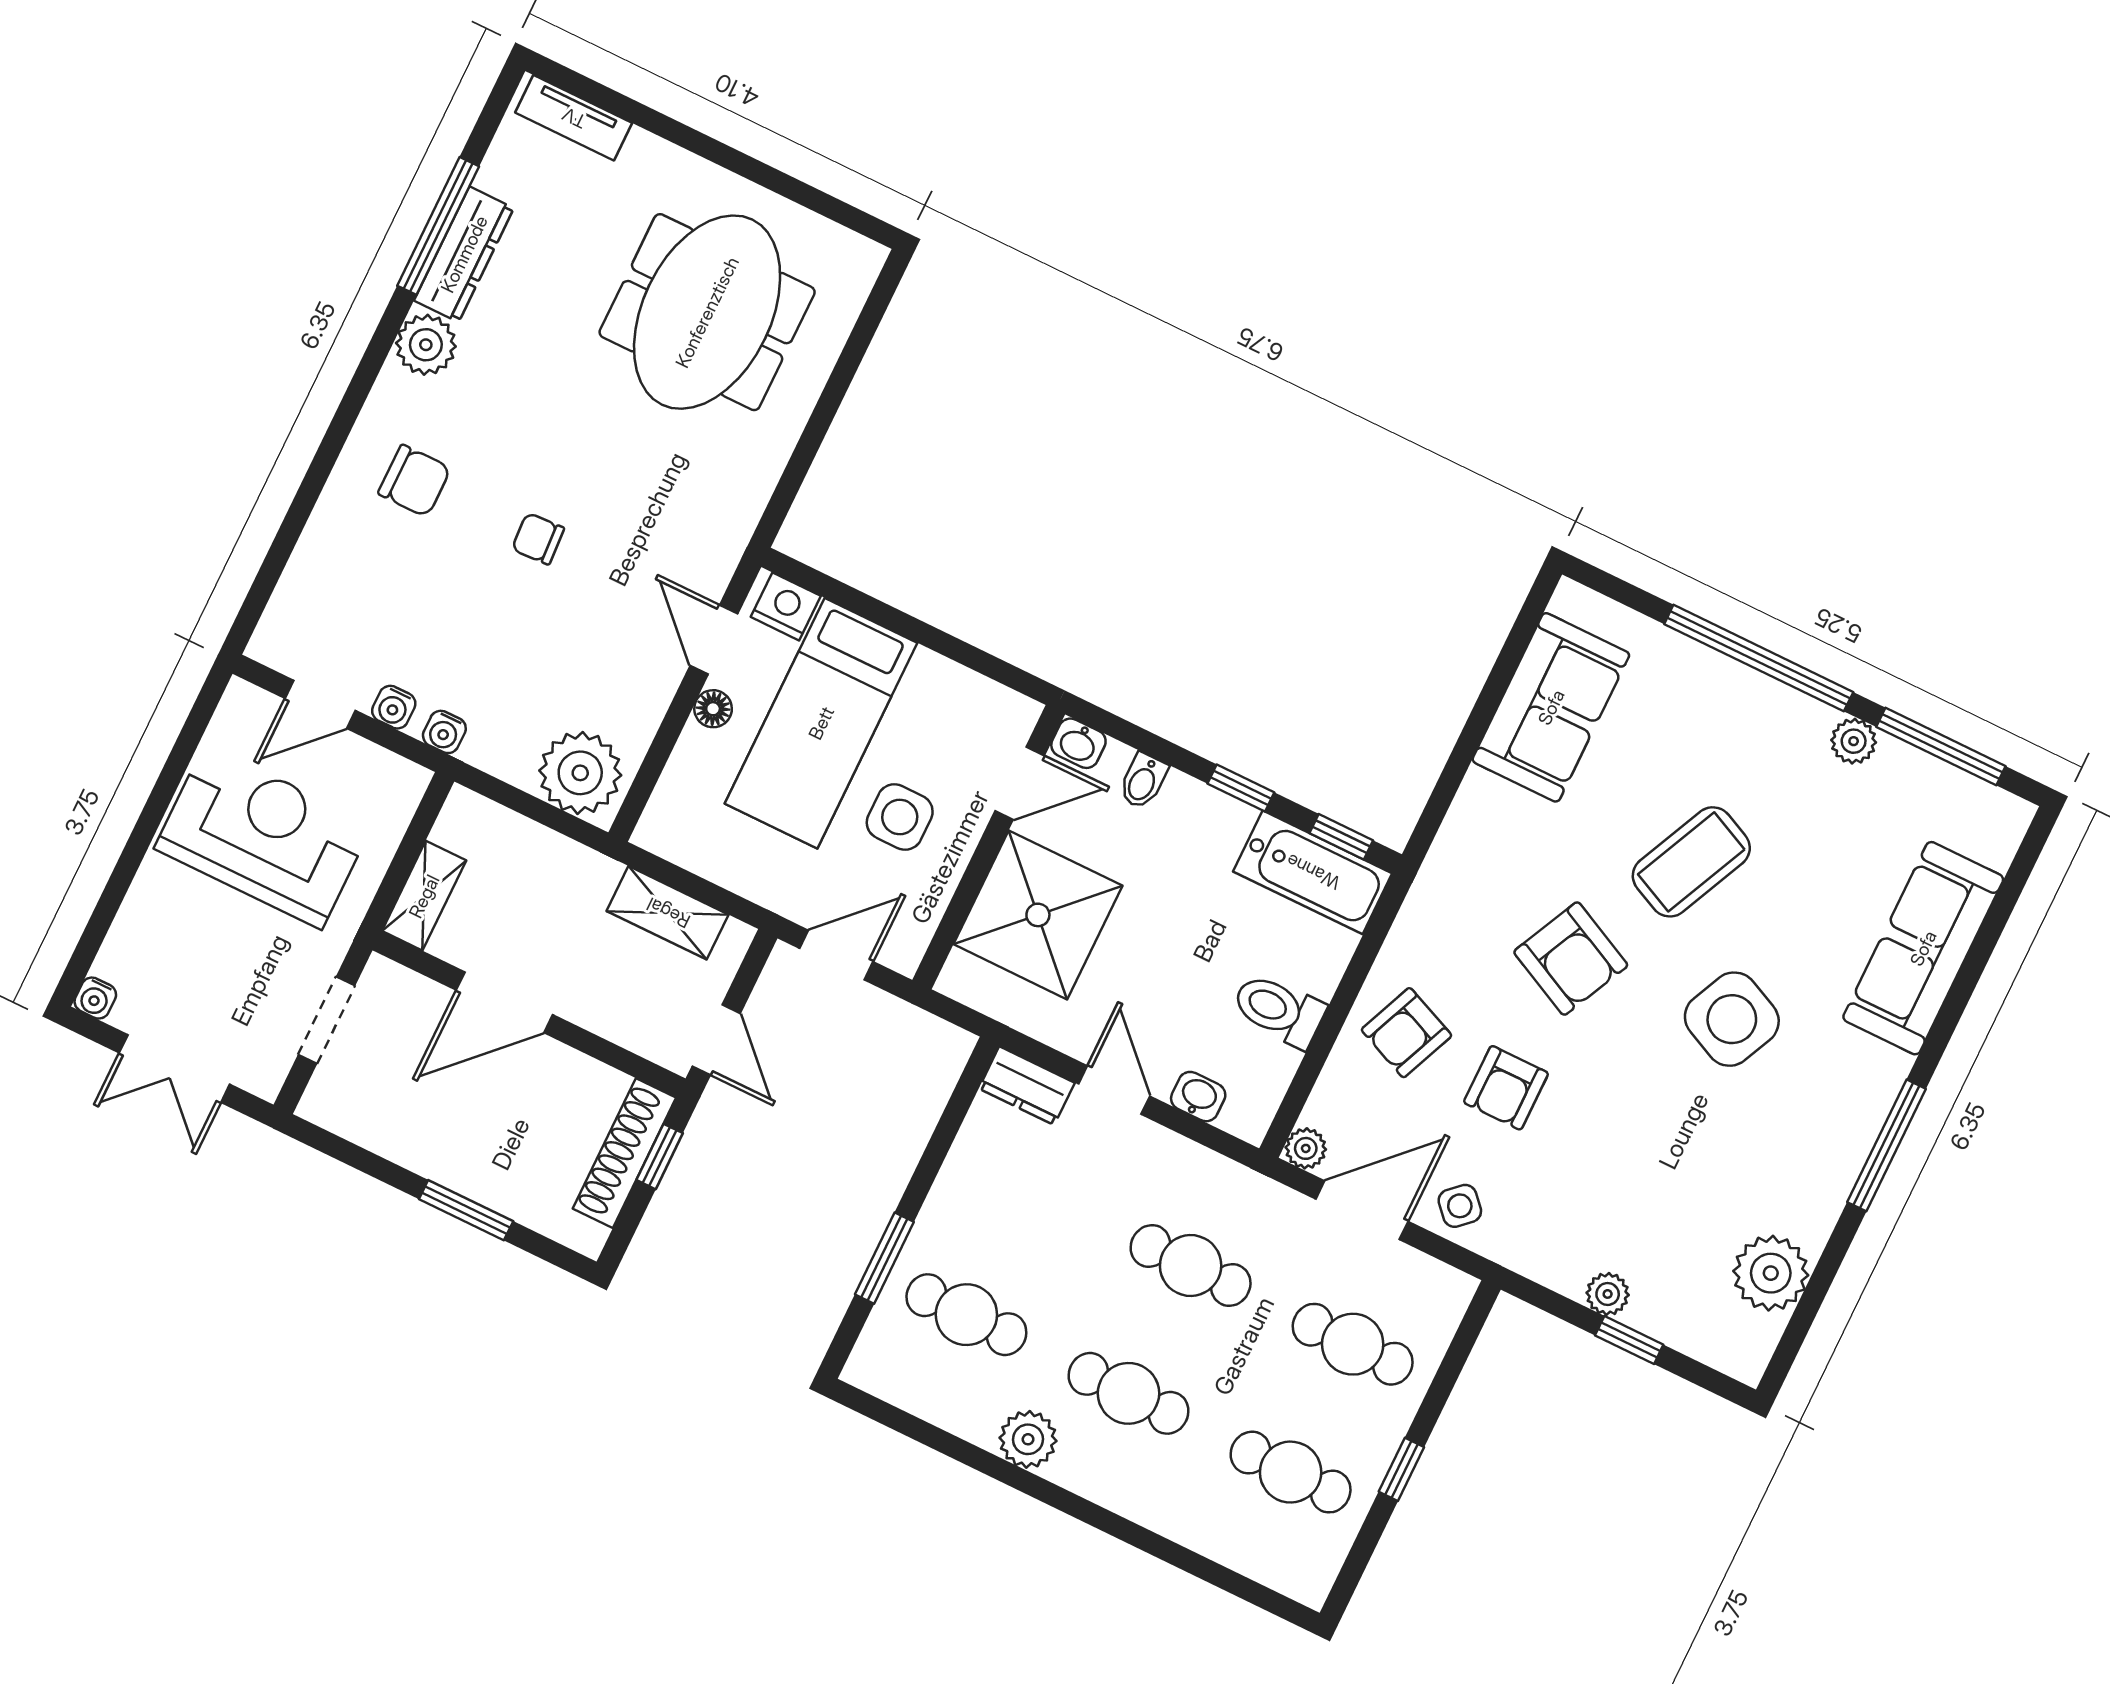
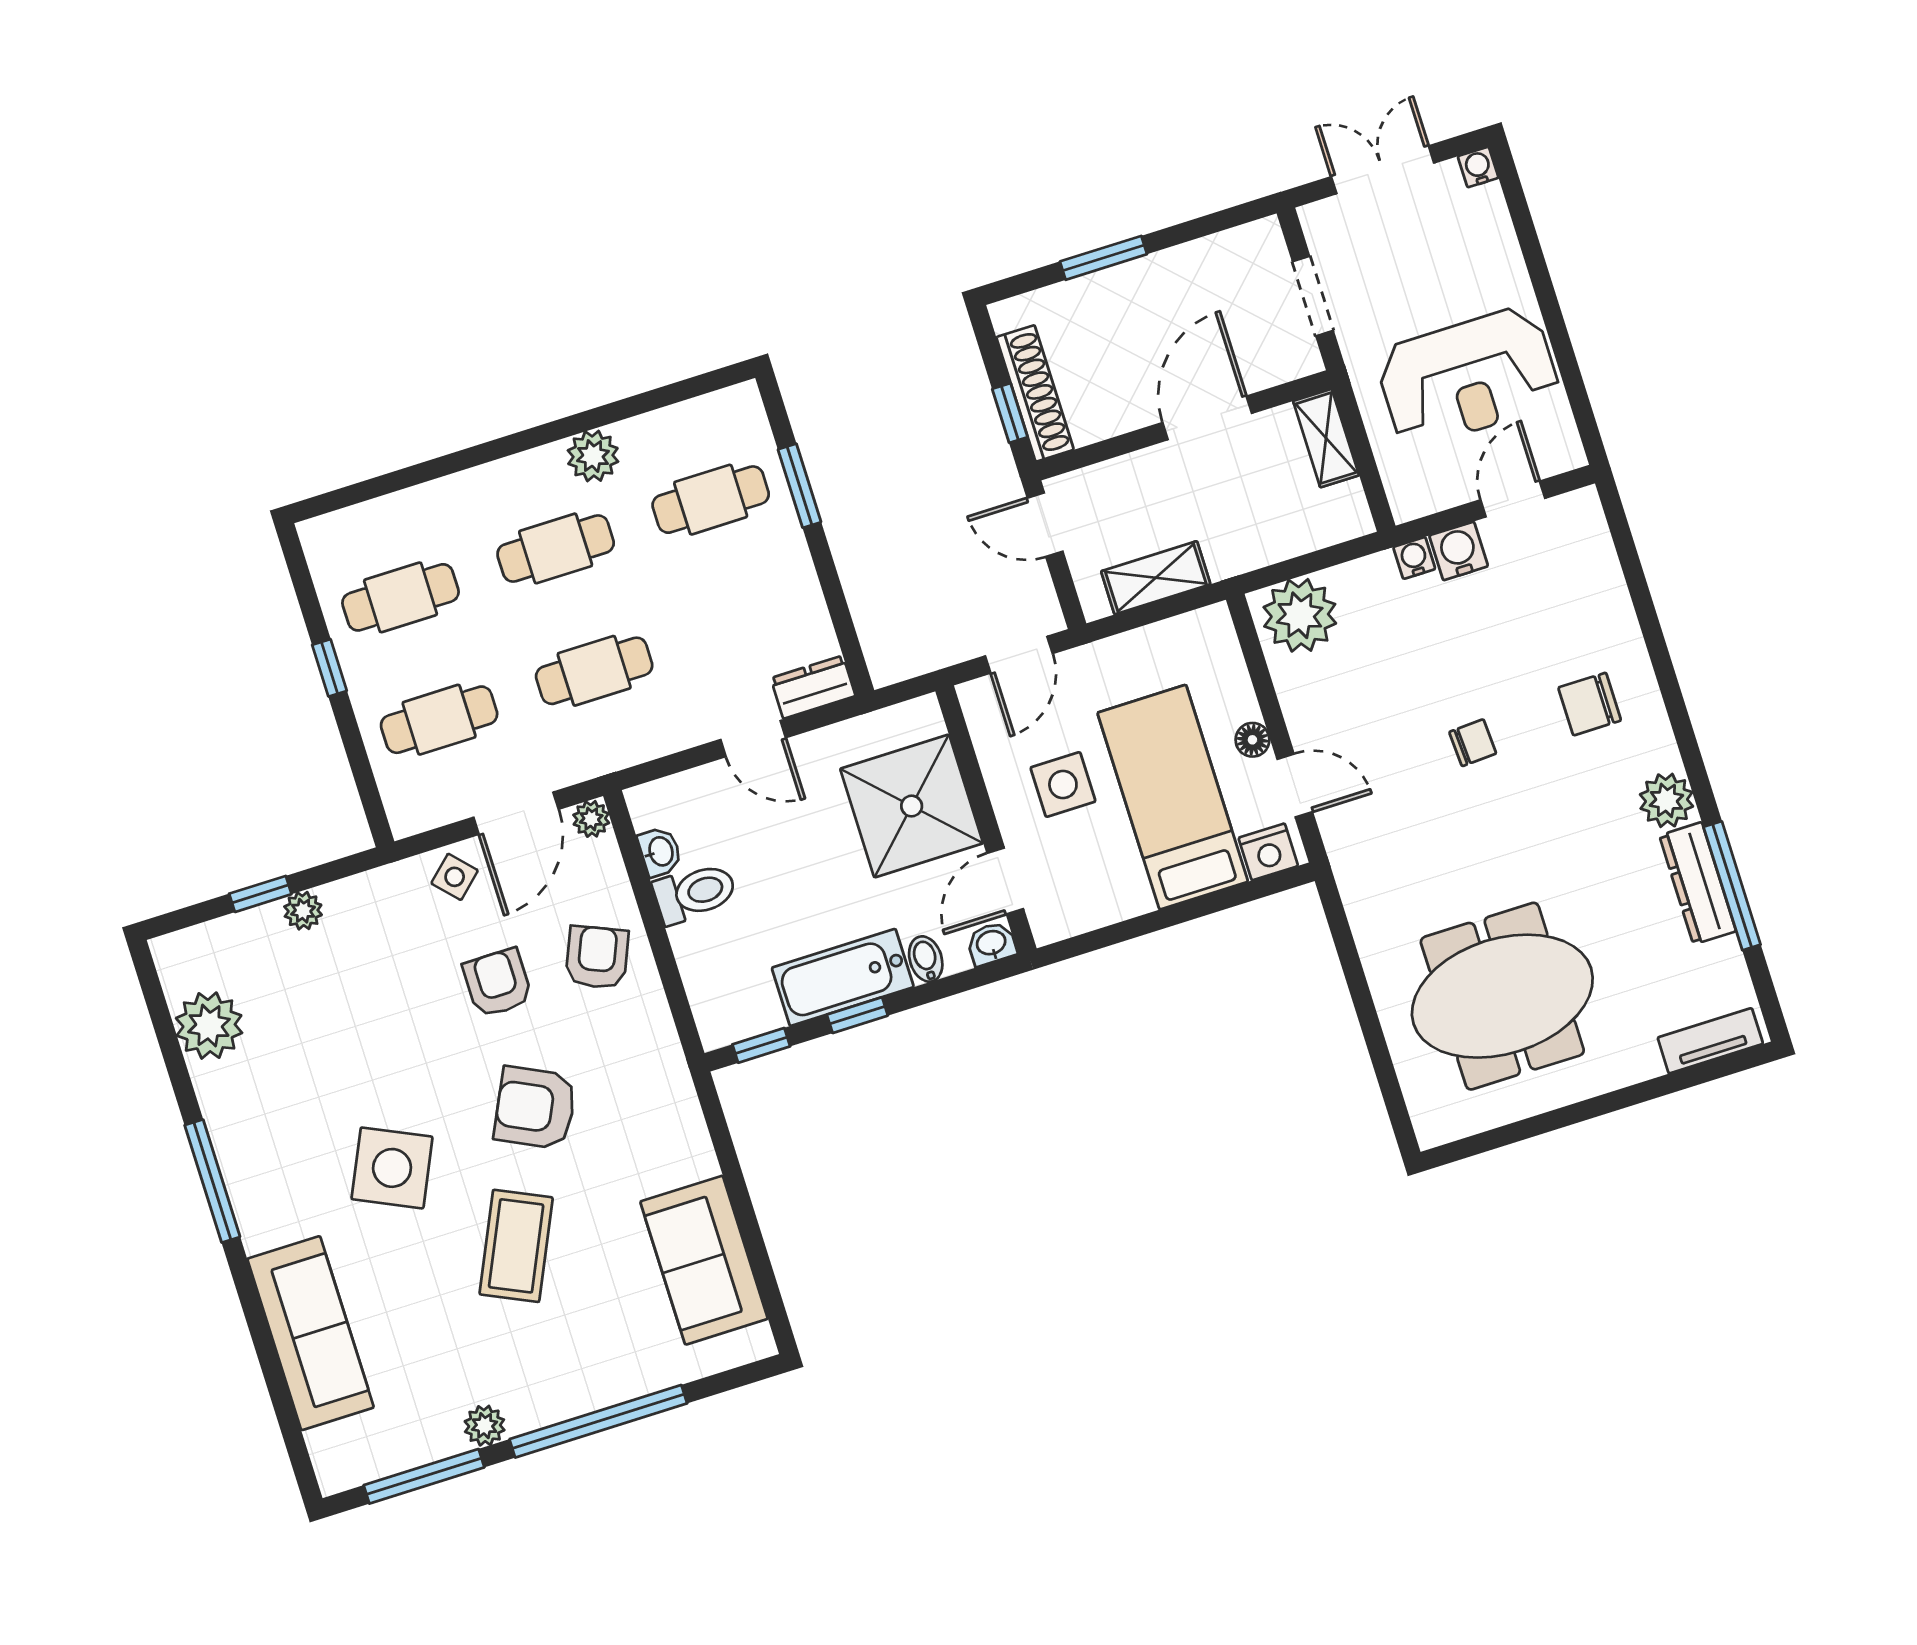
meeting table: (707, 312) -> (1502, 996), turned 90
water cooler: (394, 707) -> (1459, 551), width x1.38, depth x1.38
bathtub: (1313, 872) -> (843, 977), moved
washbasin: (1198, 1097) -> (660, 852), moved, turned -90

